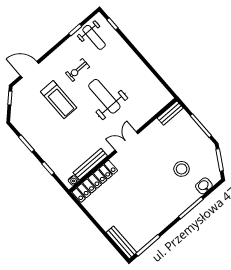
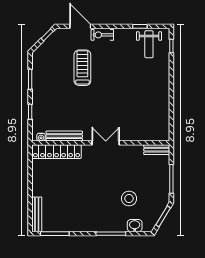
exercise bike: (78, 70) -> (102, 35), moved
weight bench: (104, 96) -> (119, 95), removed
treadmill: (59, 100) -> (82, 68), turned 180

